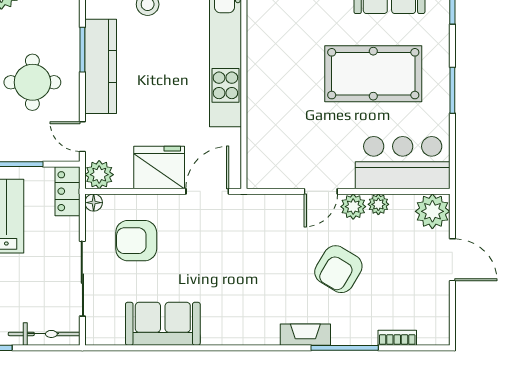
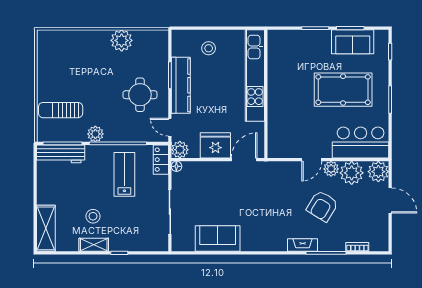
plant: (378, 204) -> (352, 173), width x1.88, depth x1.88
armchair: (136, 241) -> (202, 189), removed
bicycle: (44, 334) -> (147, 245), removed

